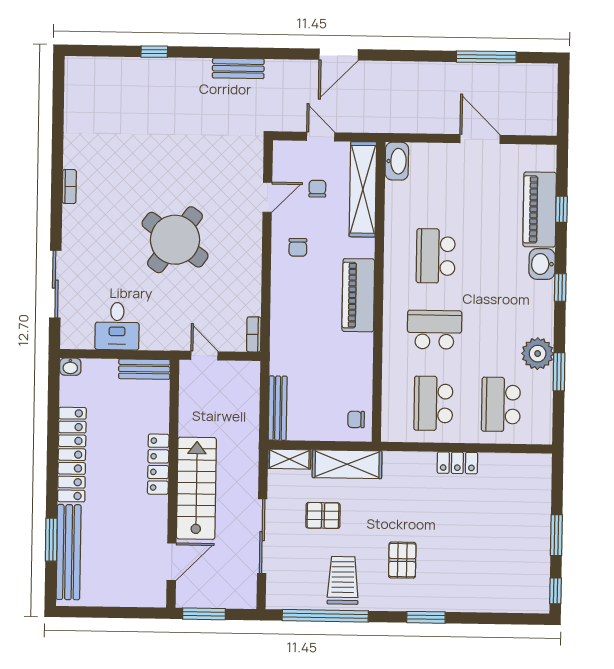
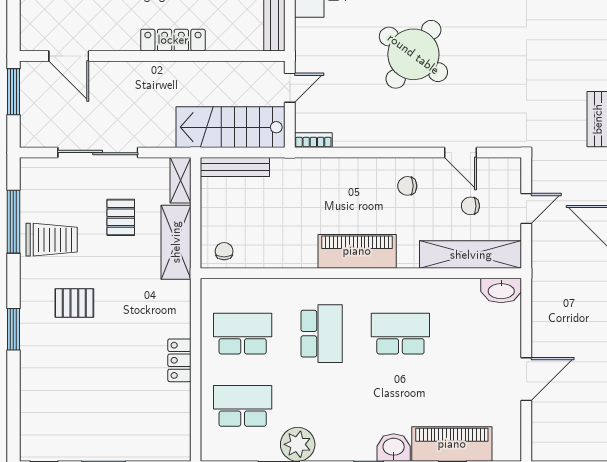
chair: (317, 189) -> (470, 206), turned 180
stairs: (196, 488) -> (231, 127), moved, turned 180
window: (325, 616) -> (13, 222), width x0.68

